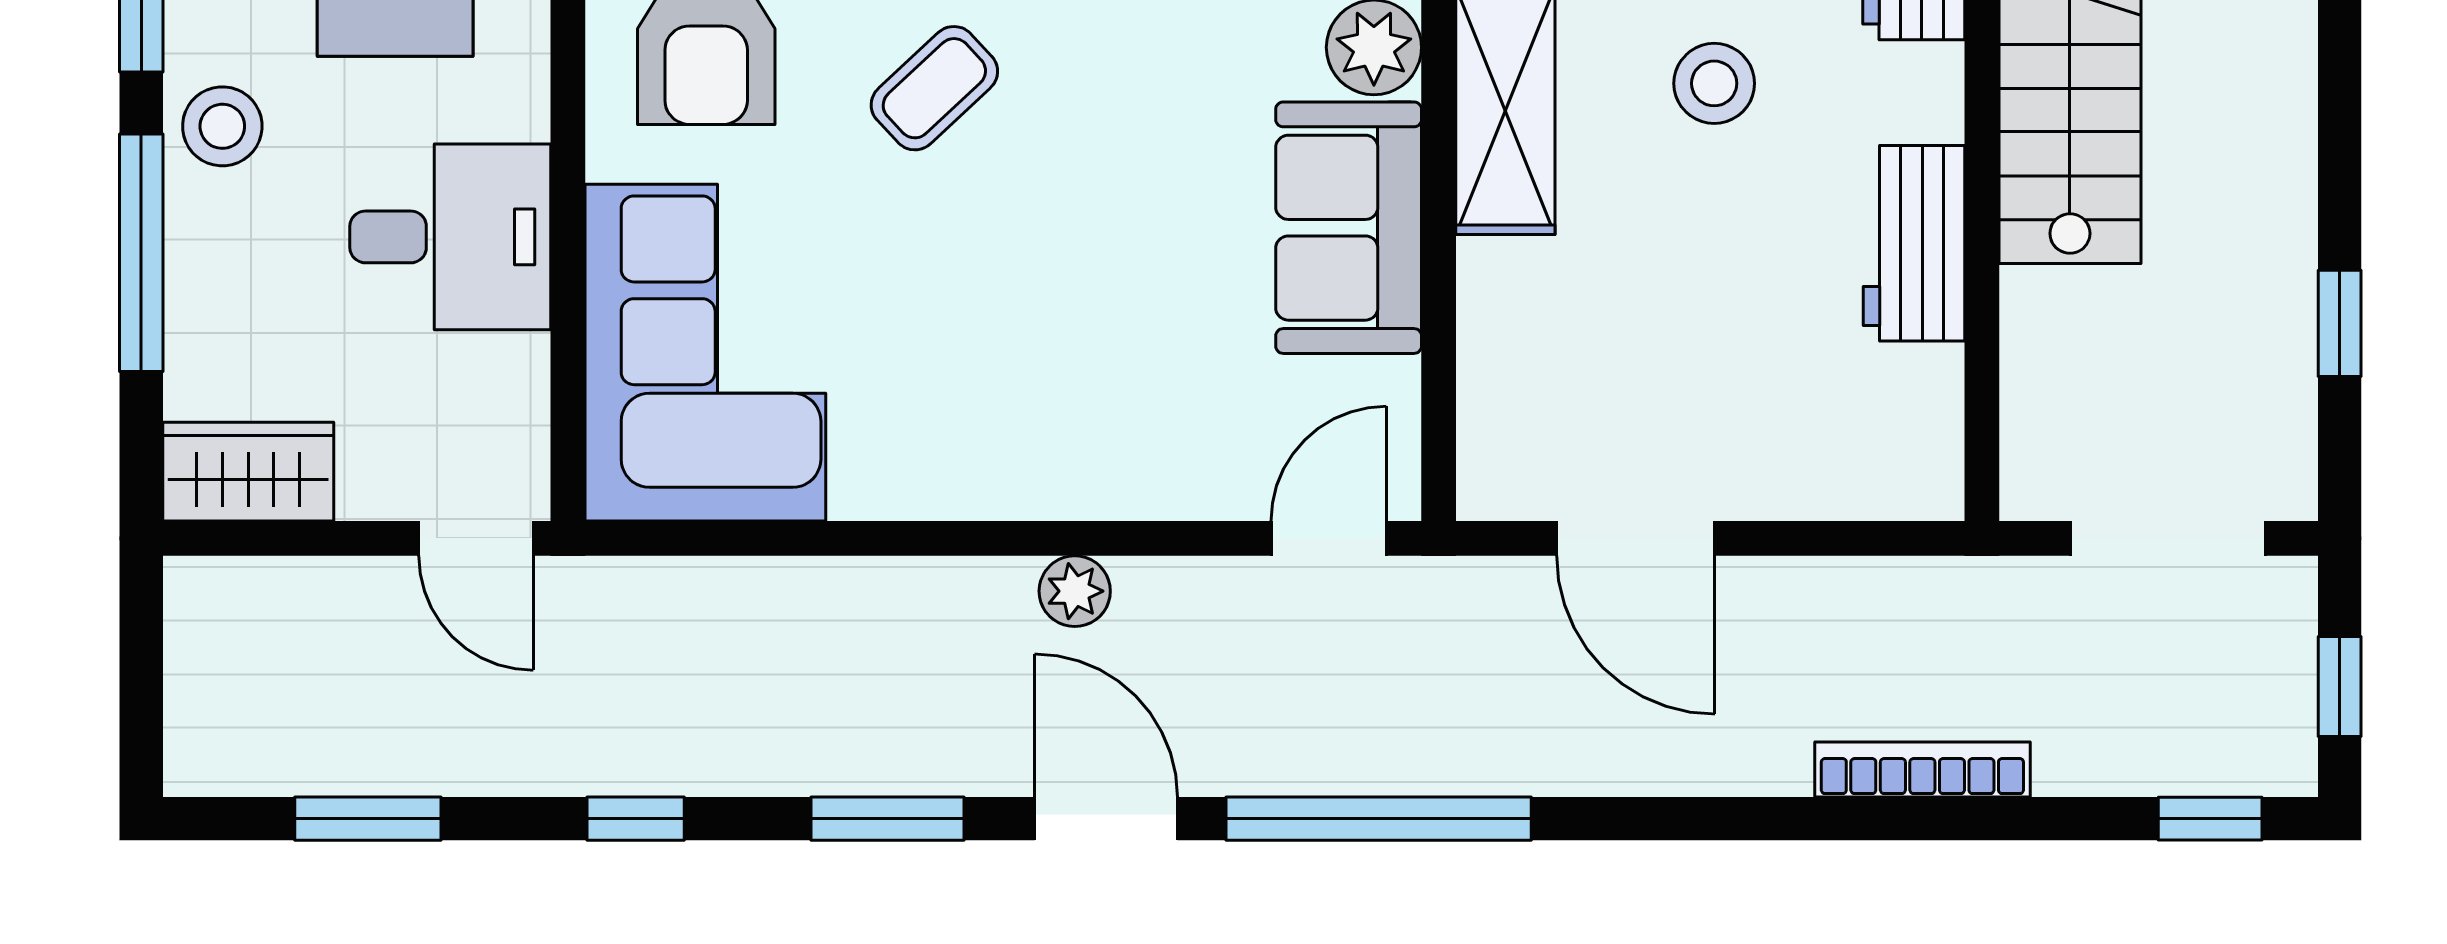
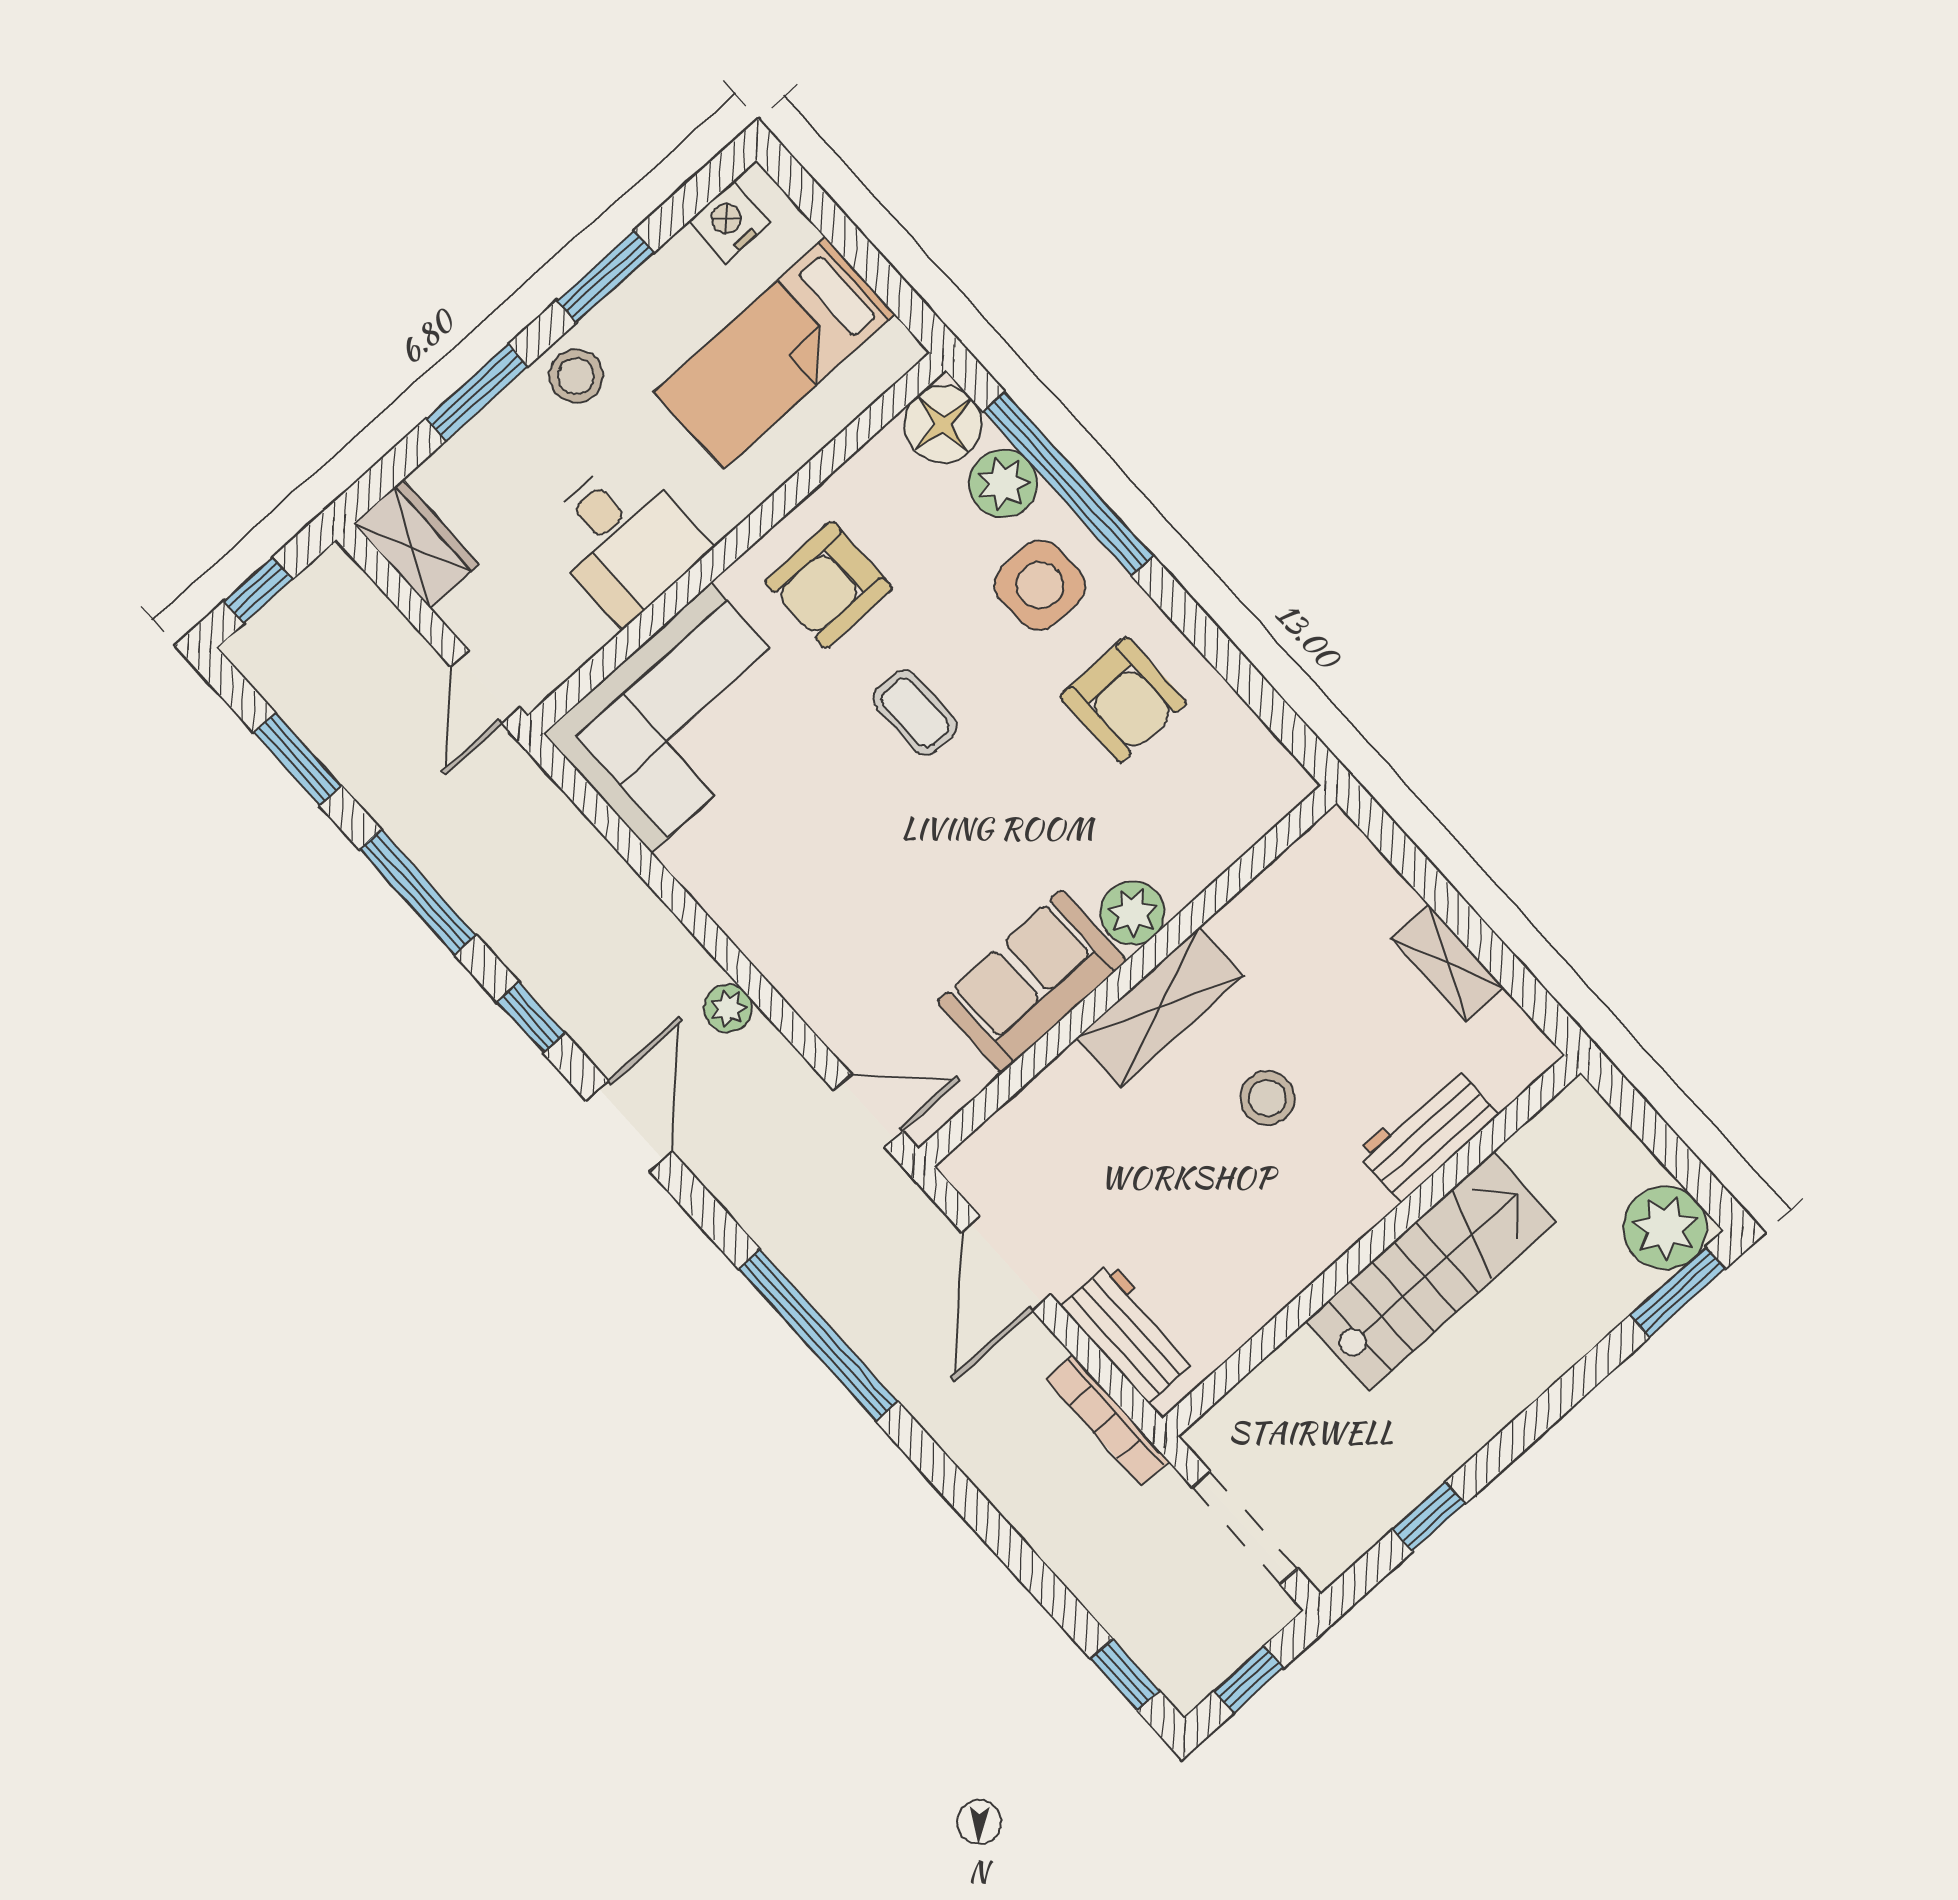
coffee table: (934, 88) -> (915, 713), turned 43
workbench: (1914, 243) -> (1129, 1332), moved, turned 90
window: (141, 253) -> (477, 392), width x0.69
window: (141, 693) -> (258, 590), added
bookcase: (1922, 769) -> (1107, 1420), moved, turned 180
window: (636, 819) -> (418, 892), width x2.17
window: (888, 819) -> (531, 1017), width x0.67
window: (1379, 819) -> (818, 1335), moved

